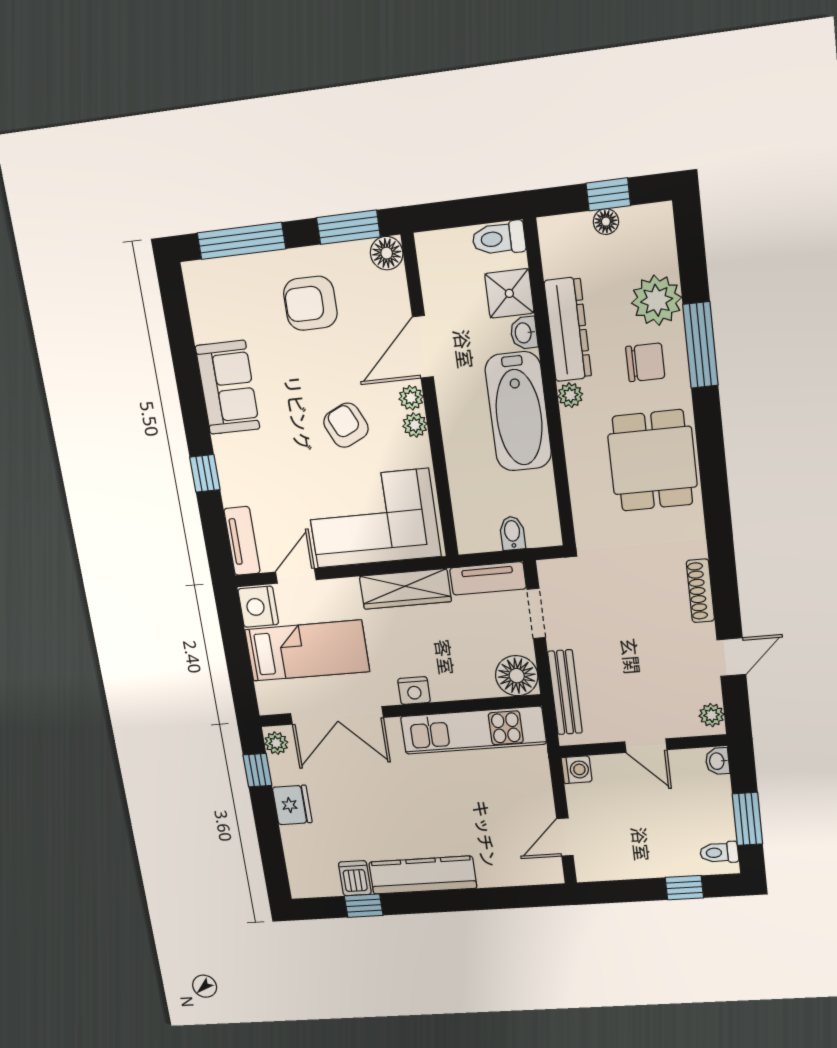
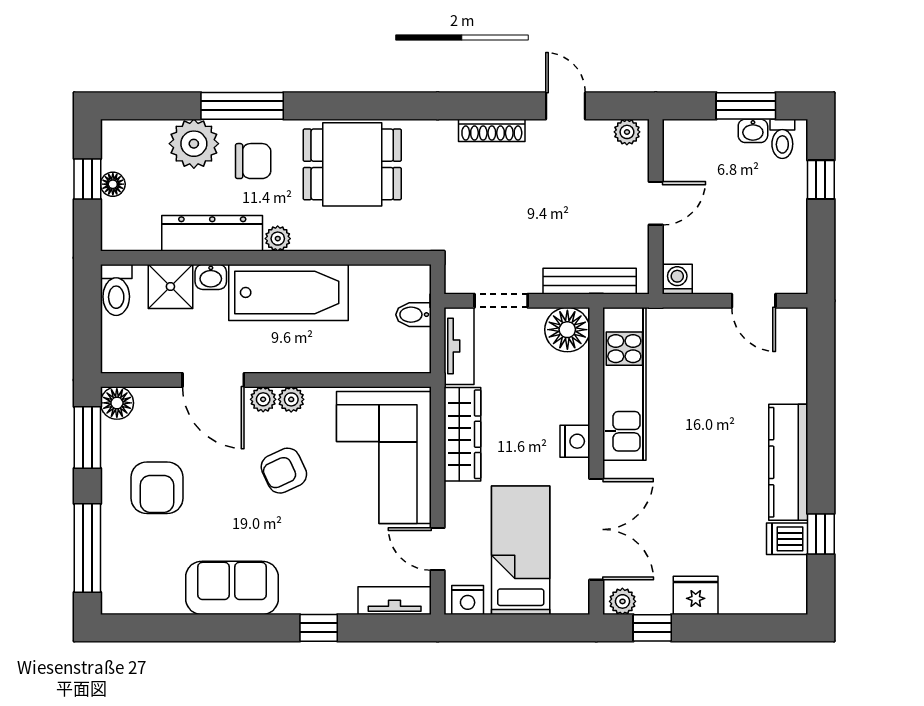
chair: (645, 362) -> (253, 161), turned 90
nightstand: (258, 607) -> (468, 600), width x0.74, depth x0.75
washbasin: (717, 761) -> (753, 131), moved

